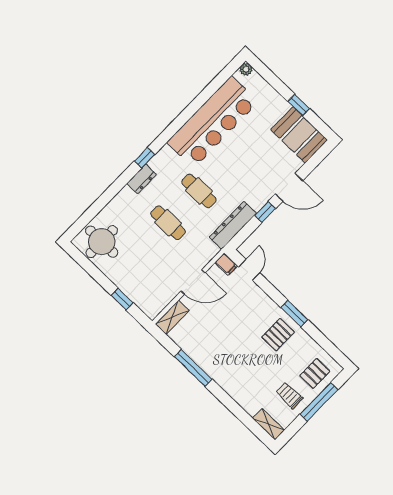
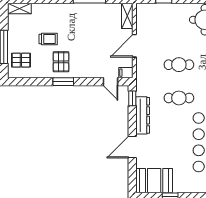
window: (265, 212) -> (132, 98), moved
dresser: (233, 225) -> (143, 115), moved
pallet: (315, 373) -> (21, 60), turned 90
trolley: (289, 395) -> (48, 39), moved

